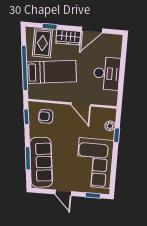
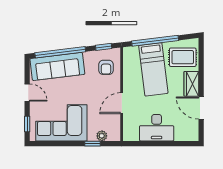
window: (50, 26) -> (201, 63), removed
armchair: (46, 116) -> (106, 67), turned 180
window: (28, 158) -> (60, 52), width x2.11
door: (63, 193) -> (27, 93), swing flipped

